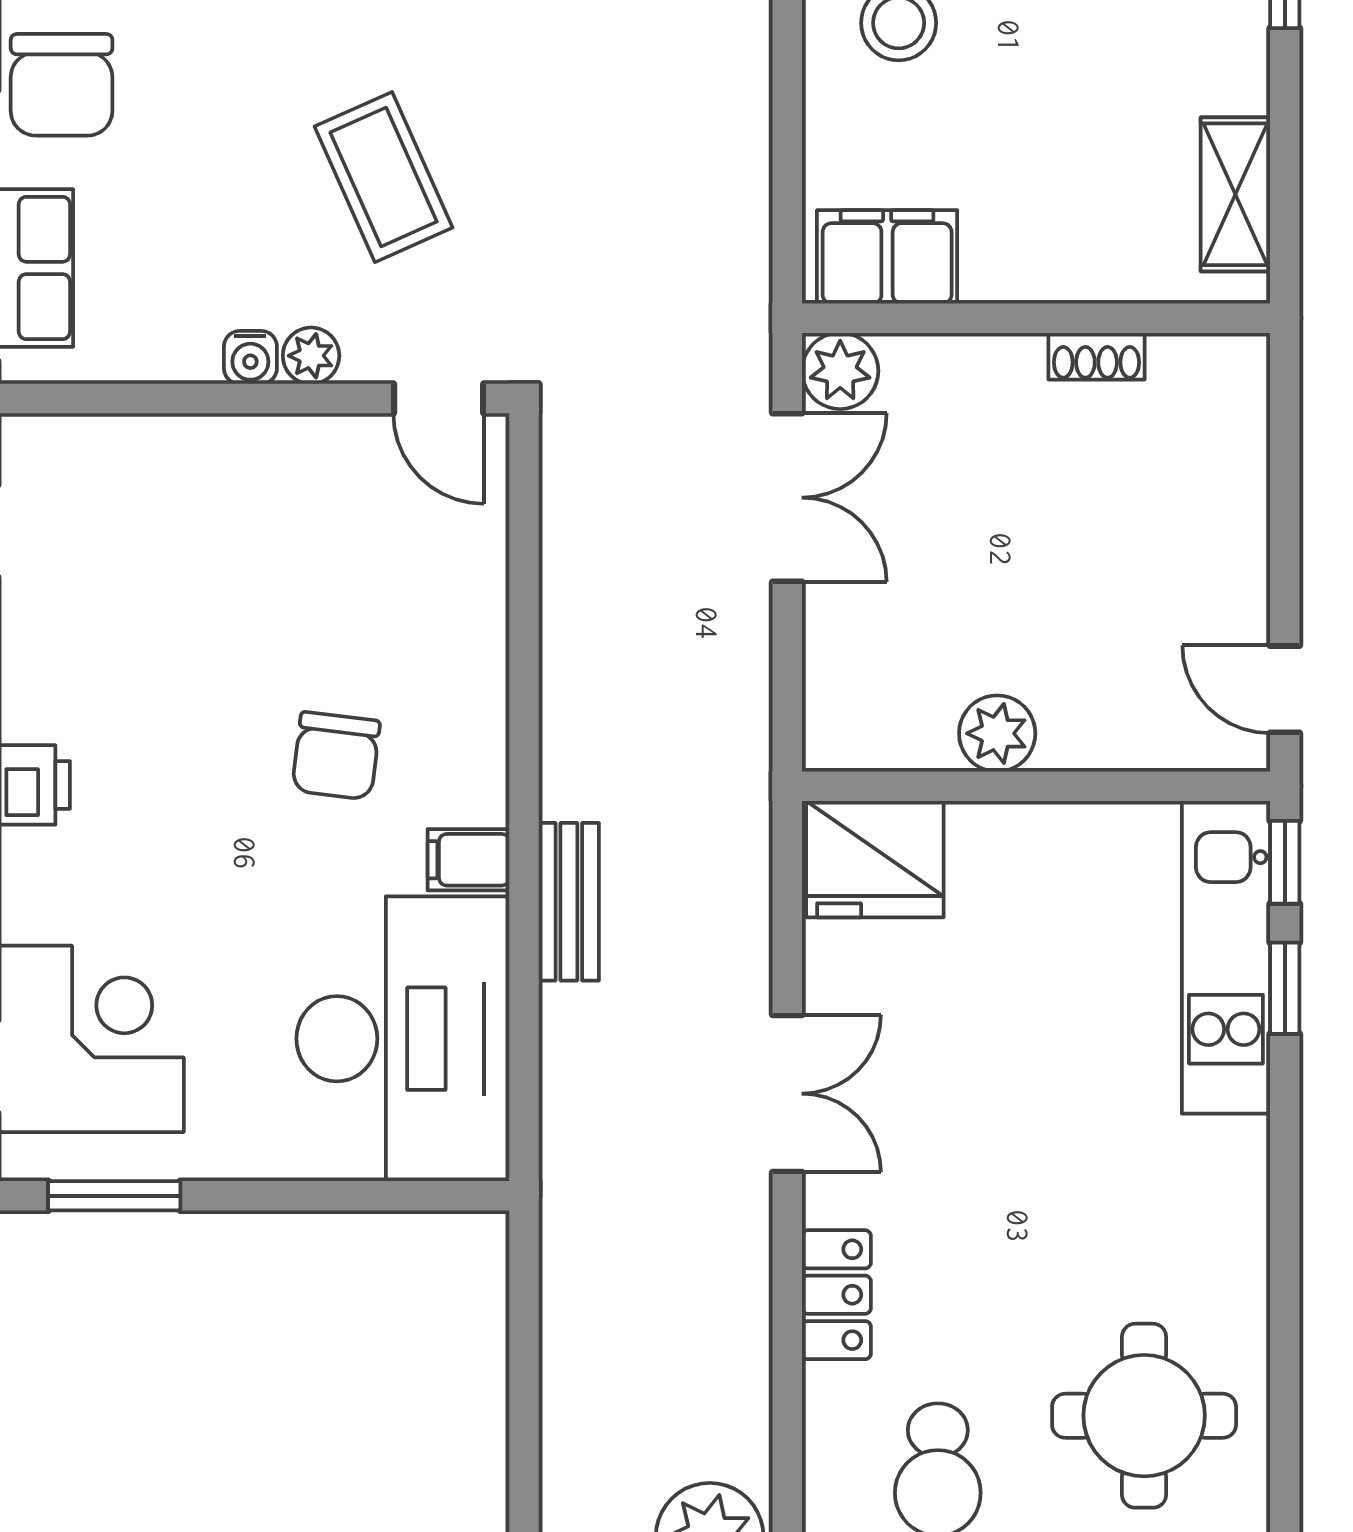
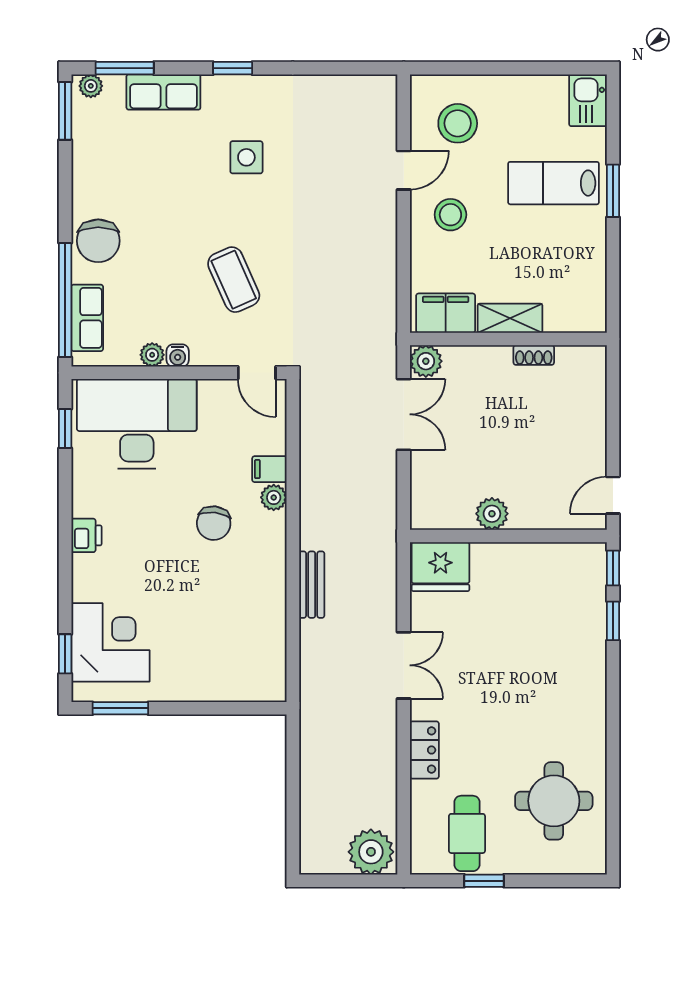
shelving: (1235, 194) -> (510, 318), moved, turned 90
plant: (311, 356) -> (152, 355), moved
door: (1285, 689) -> (613, 495), hinge flipped
plant: (479, 695) -> (274, 497), added
filing cabinet: (468, 860) -> (269, 469), moved
kitchen unit: (1226, 957) -> (588, 608), removed
desk: (403, 1039) -> (137, 424), moved, turned -90

